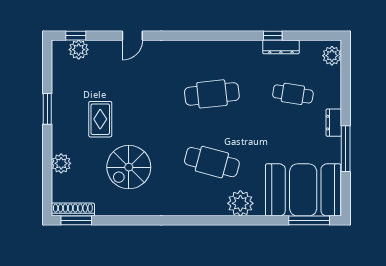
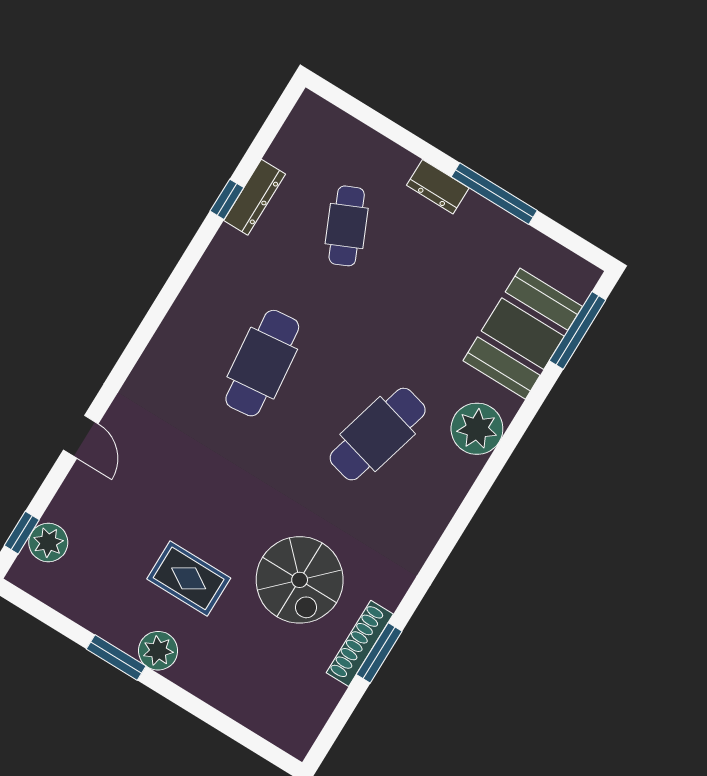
plant: (332, 56) -> (322, 120), removed
cafe table: (293, 94) -> (347, 226), turned -33
plant: (61, 163) -> (158, 651), moved
booth: (303, 190) -> (523, 334), width x0.73, depth x0.70
shoe rack: (73, 210) -> (360, 643), moved
window: (76, 220) -> (379, 653), moved

